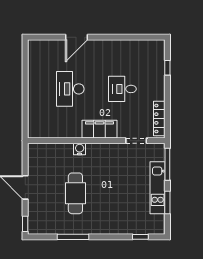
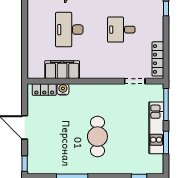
filing cabinet: (99, 129) -> (62, 70), moved
locker: (45, 149) -> (44, 89), added
water cooler: (80, 149) -> (63, 89), moved
cafe table: (75, 193) -> (97, 137), moved

